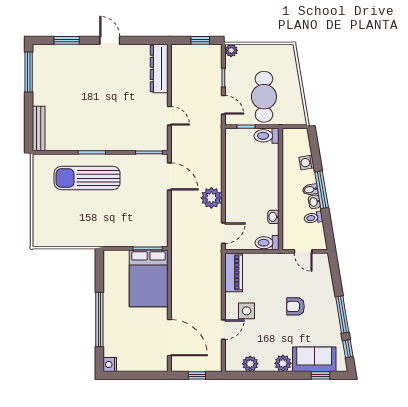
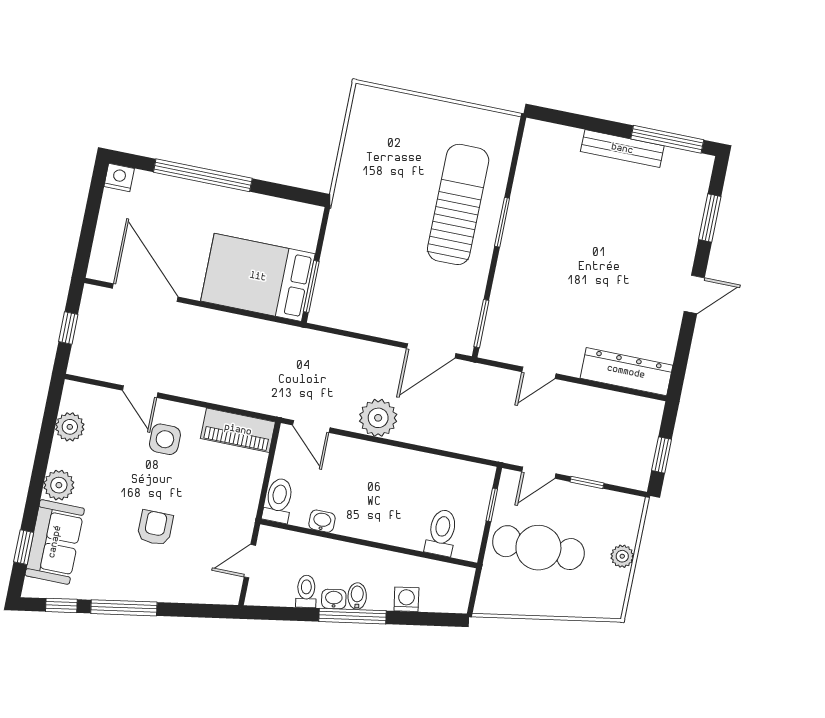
plant: (231, 50) -> (622, 556), moved
bench: (39, 128) -> (622, 149), moved
toilet: (267, 136) -> (442, 533), moved
door: (169, 338) -> (145, 293), swing flipped

